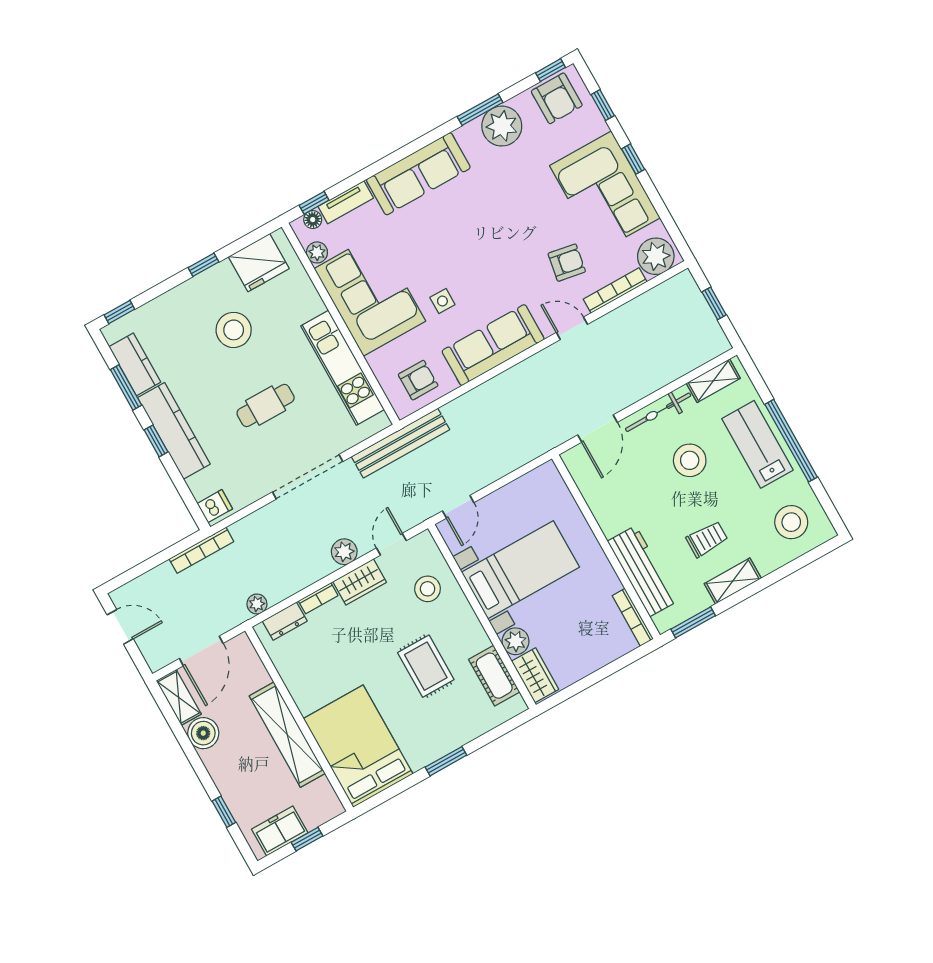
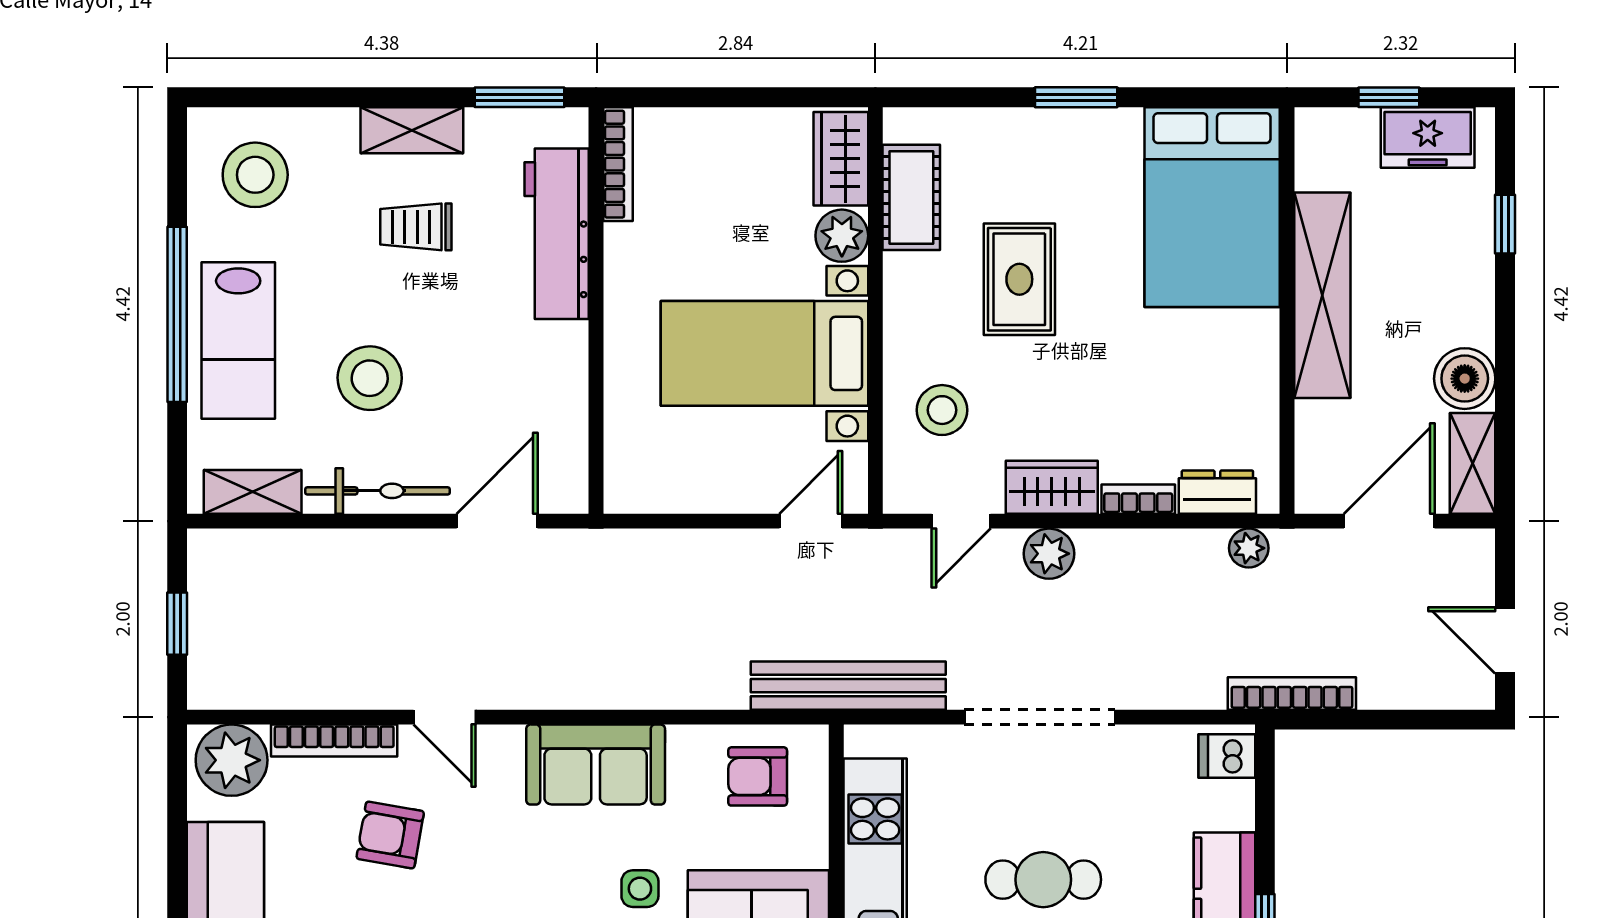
sofa: (493, 345) -> (596, 765), width x0.73

